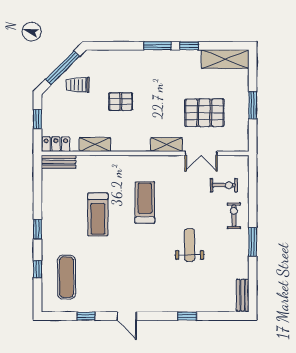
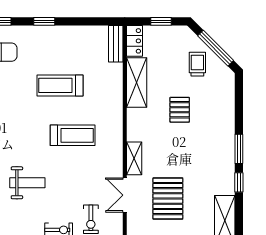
shelving: (95, 145) -> (137, 82), width x1.50, depth x1.33

